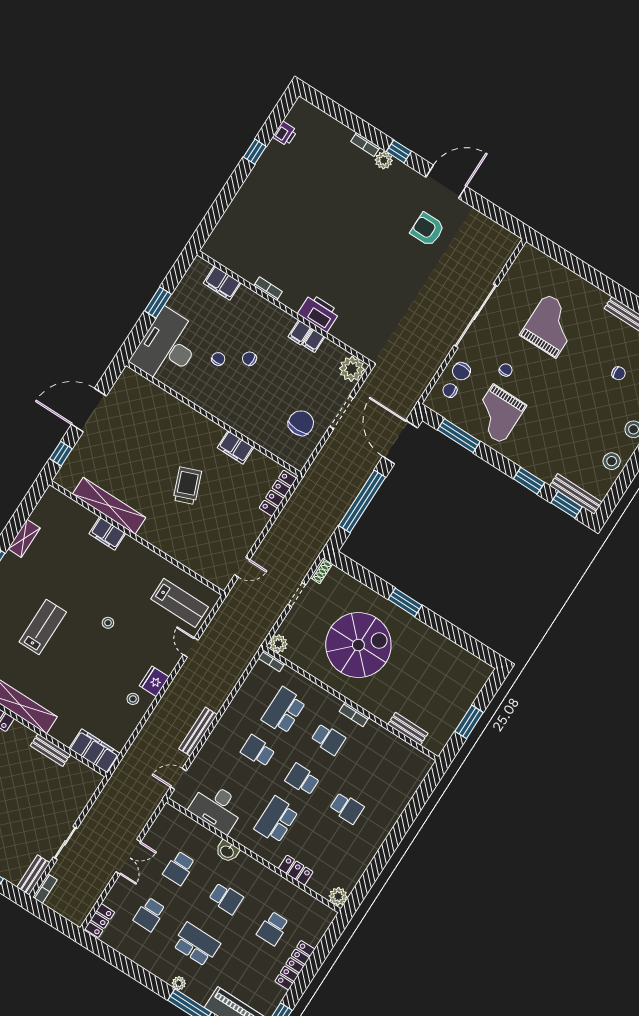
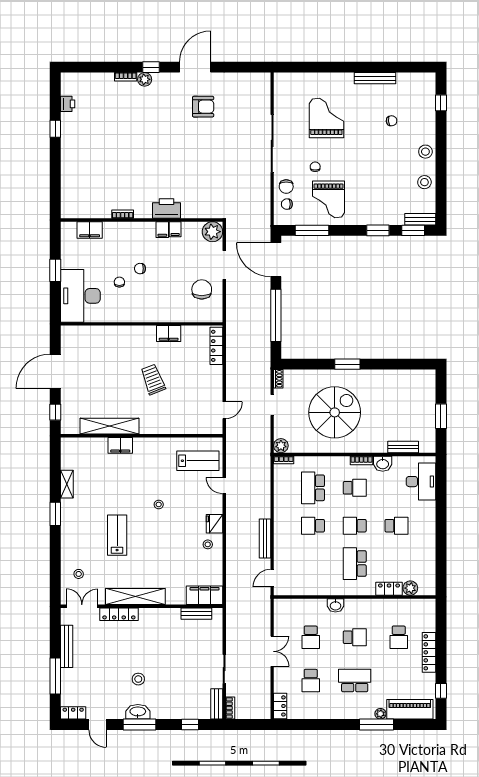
armchair: (427, 229) -> (203, 107), turned 180
bench: (576, 494) -> (420, 219), width x0.73
washbasin: (375, 732) -> (383, 464), added
bench: (50, 750) -> (196, 614), moved
desk: (217, 807) -> (421, 482), moved, turned -90
plant: (338, 896) -> (410, 588), moved
plant: (179, 983) -> (380, 714), moved

